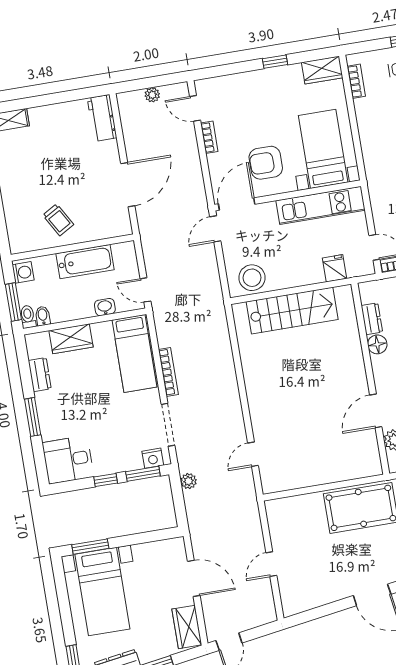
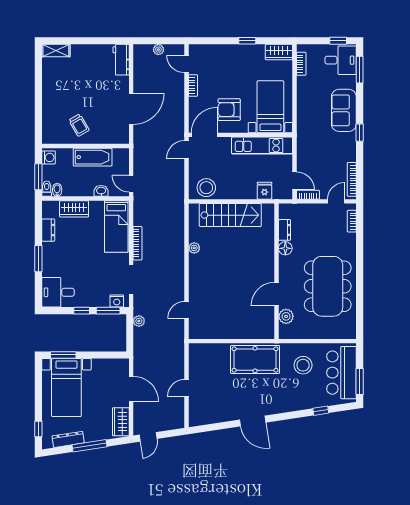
plant: (249, 365) -> (194, 248), added

